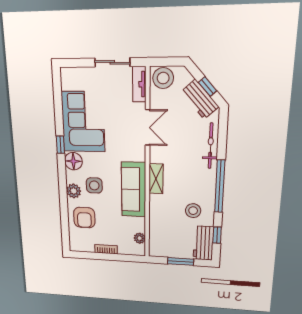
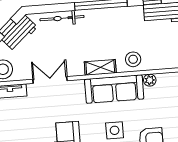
stool: (193, 211) -> (133, 59), moved
plant: (140, 238) -> (150, 80), moved

